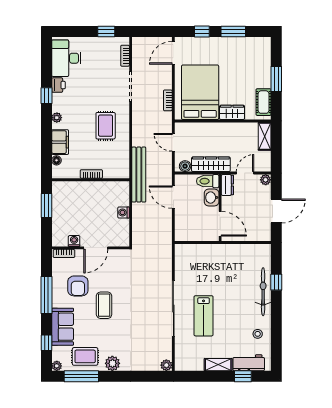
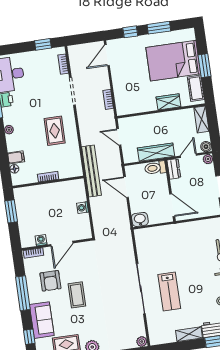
bed: (200, 92) -> (173, 61), moved, turned -90
filing cabinet: (60, 142) -> (16, 157), width x0.50
boiler: (185, 166) -> (206, 147), moved
washbasin: (212, 197) -> (140, 219), moved, turned 90

